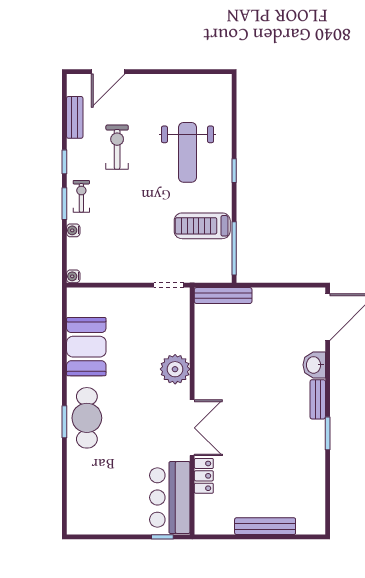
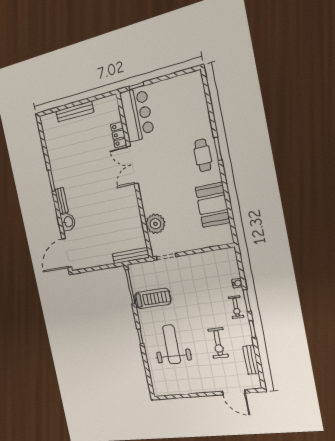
door: (108, 72) -> (234, 392), swing flipped
water cooler: (73, 276) -> (231, 252), removed
plant: (175, 369) -> (155, 224), moved
cafe table: (87, 418) -> (203, 155), width x0.73, depth x0.74

